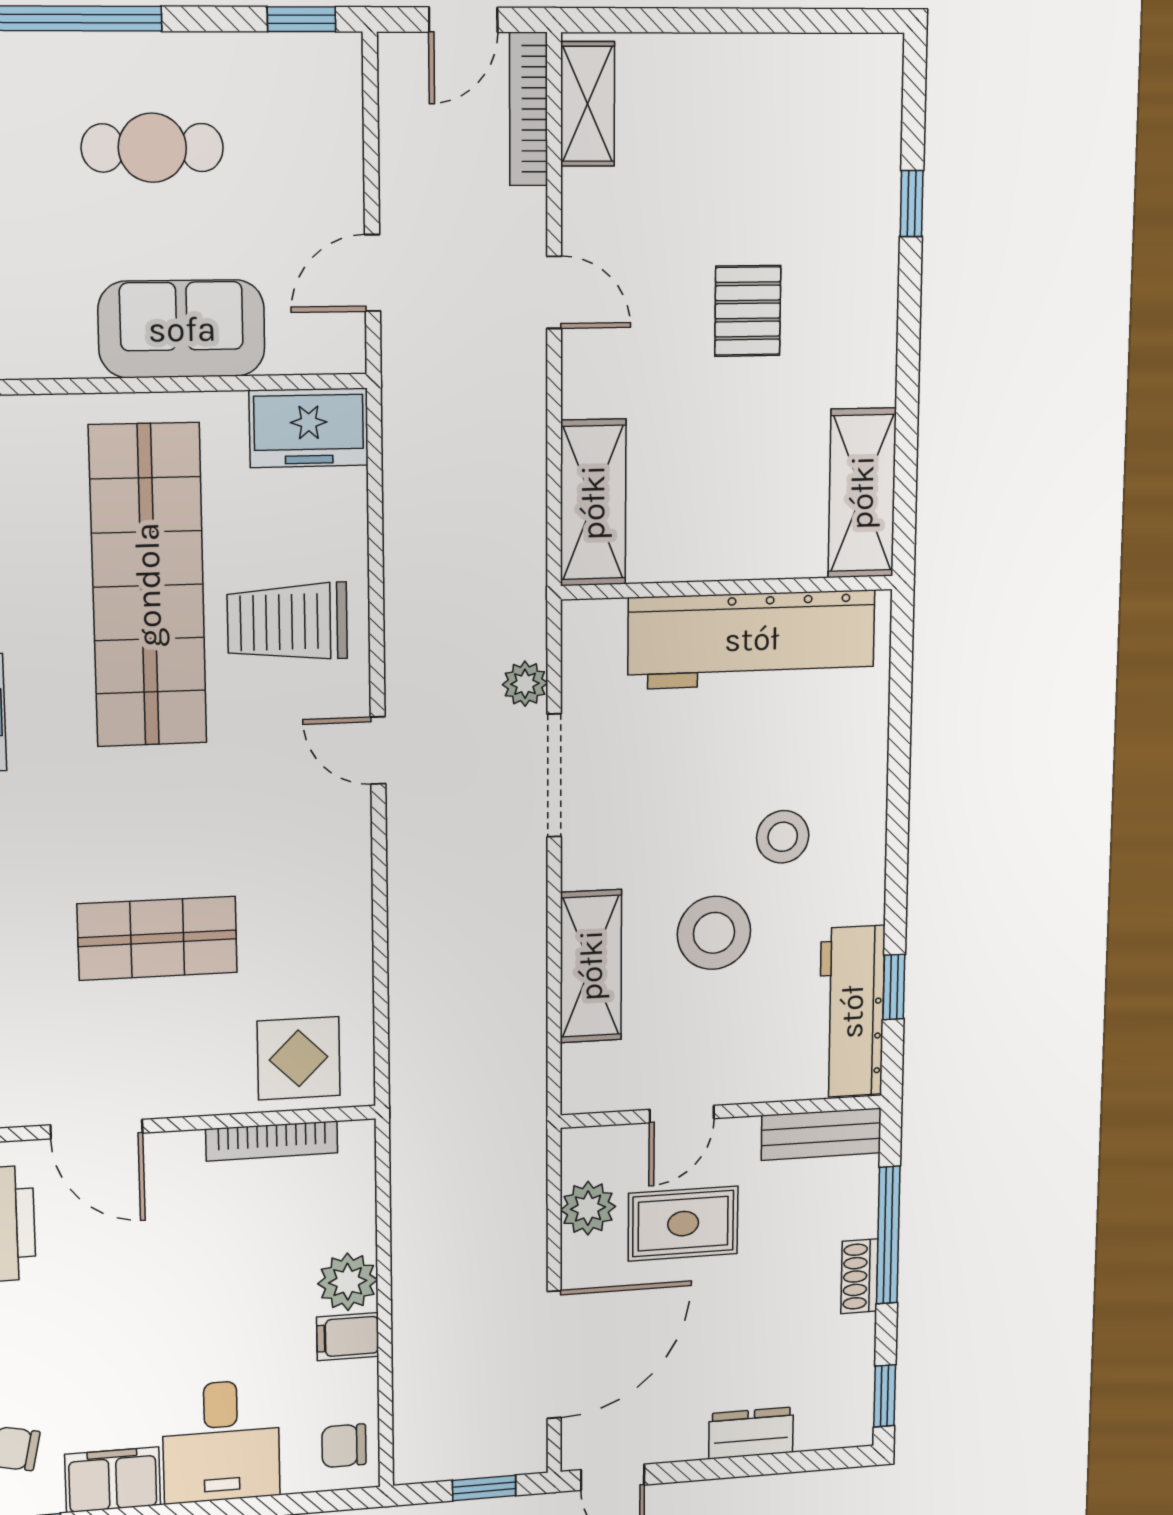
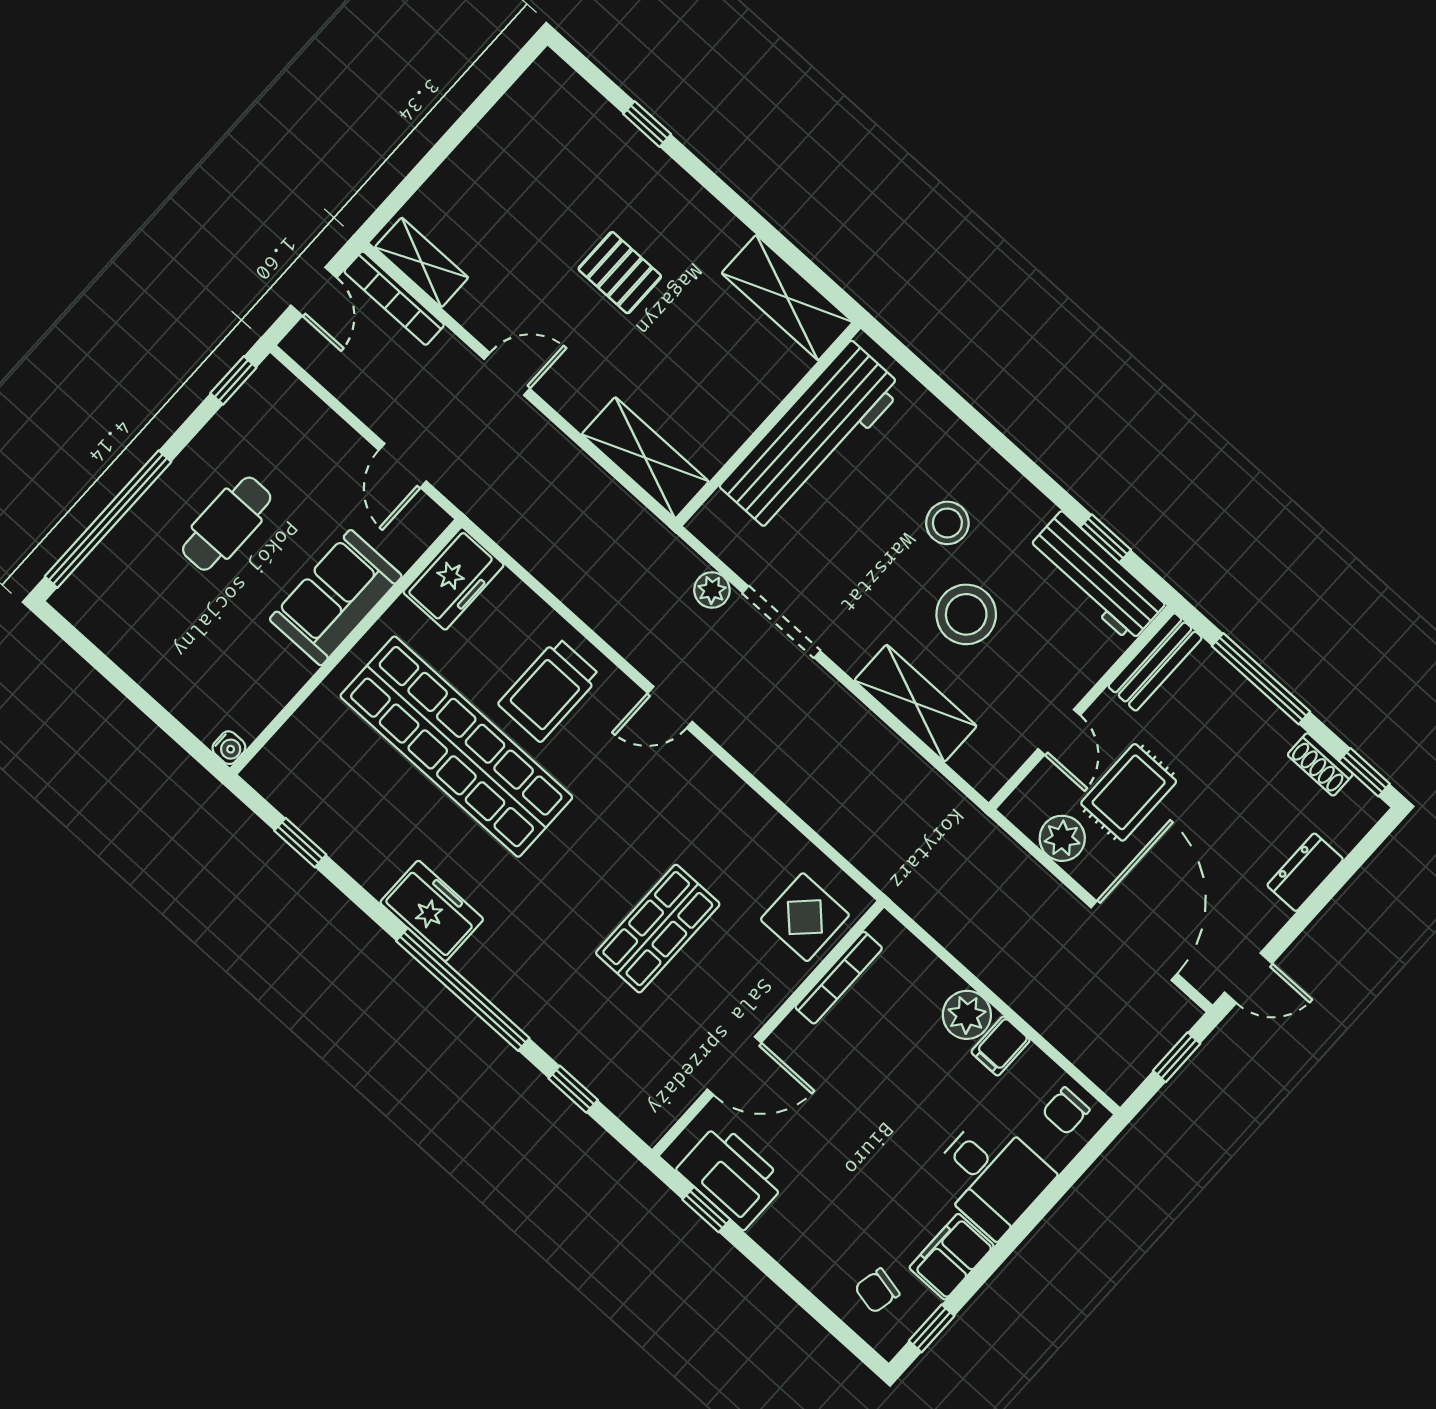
shoe rack: (859, 1276) -> (1320, 764), moved

